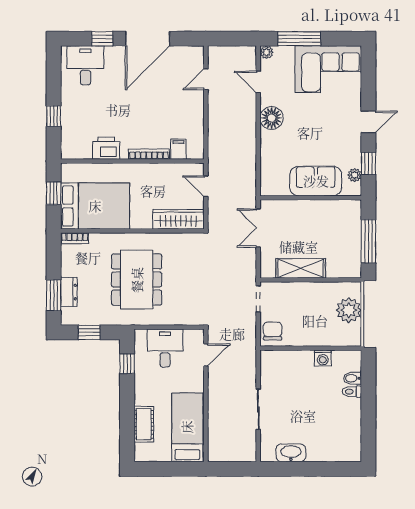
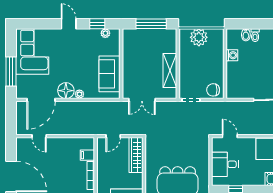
plant: (267, 52) -> (79, 94), moved
door: (258, 82) -> (41, 100), width x1.87
sofa: (316, 181) -> (109, 74), moved

